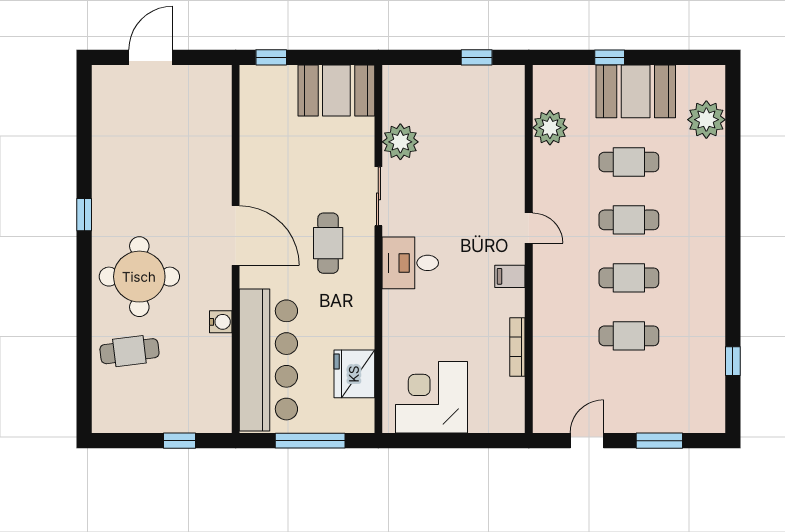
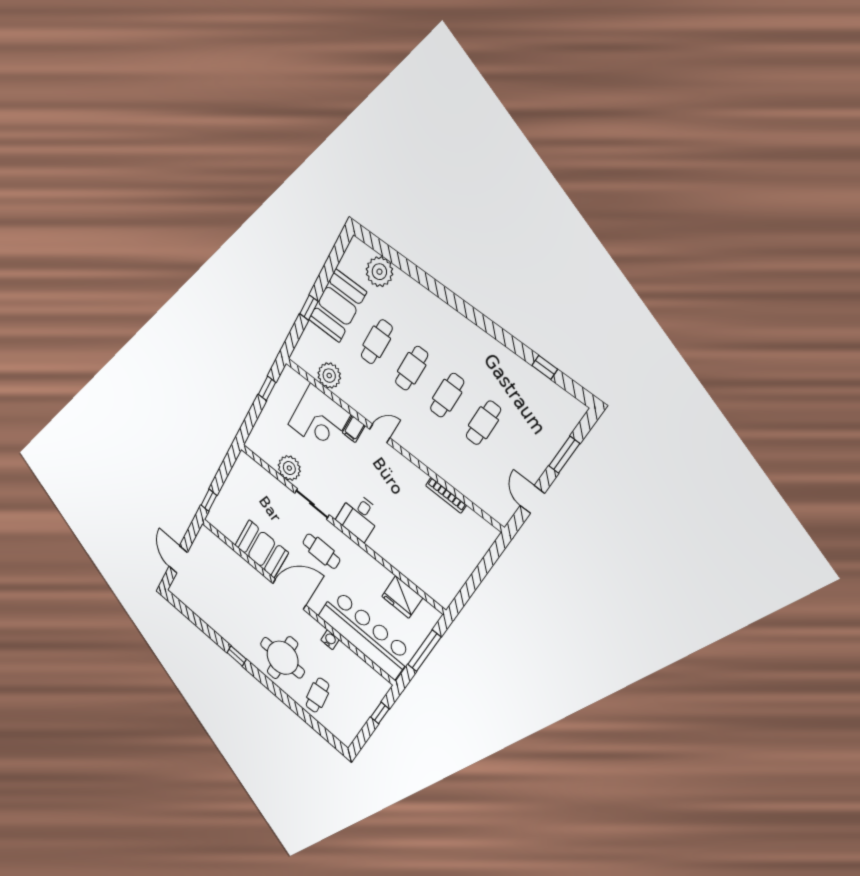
booth: (336, 91) -> (262, 549), moved, turned 90
filing cabinet: (510, 276) -> (354, 429), moved
corner desk: (431, 397) -> (319, 419), moved, turned -90

